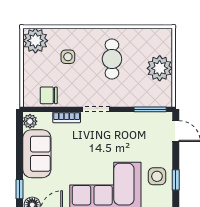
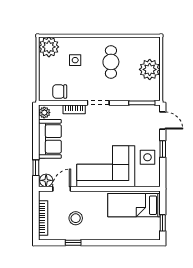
window: (176, 180) -> (163, 149), moved

